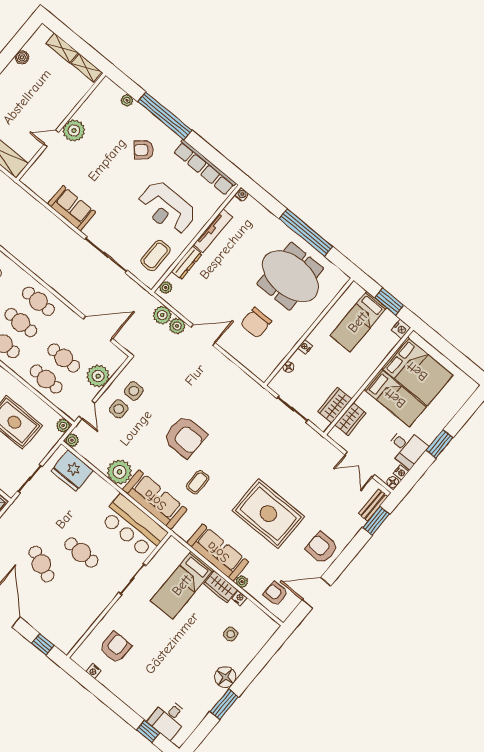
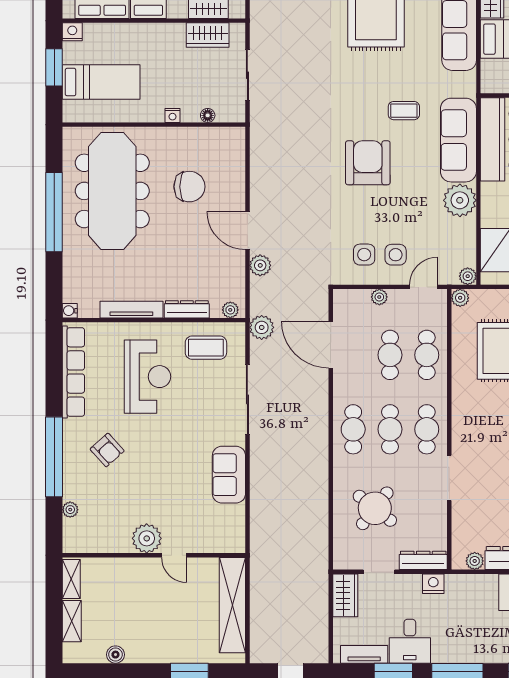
meeting table: (290, 276) -> (112, 191), width x1.36
plant: (162, 315) -> (262, 327), moved
plant: (98, 376) -> (379, 297), width x0.53, depth x0.53

